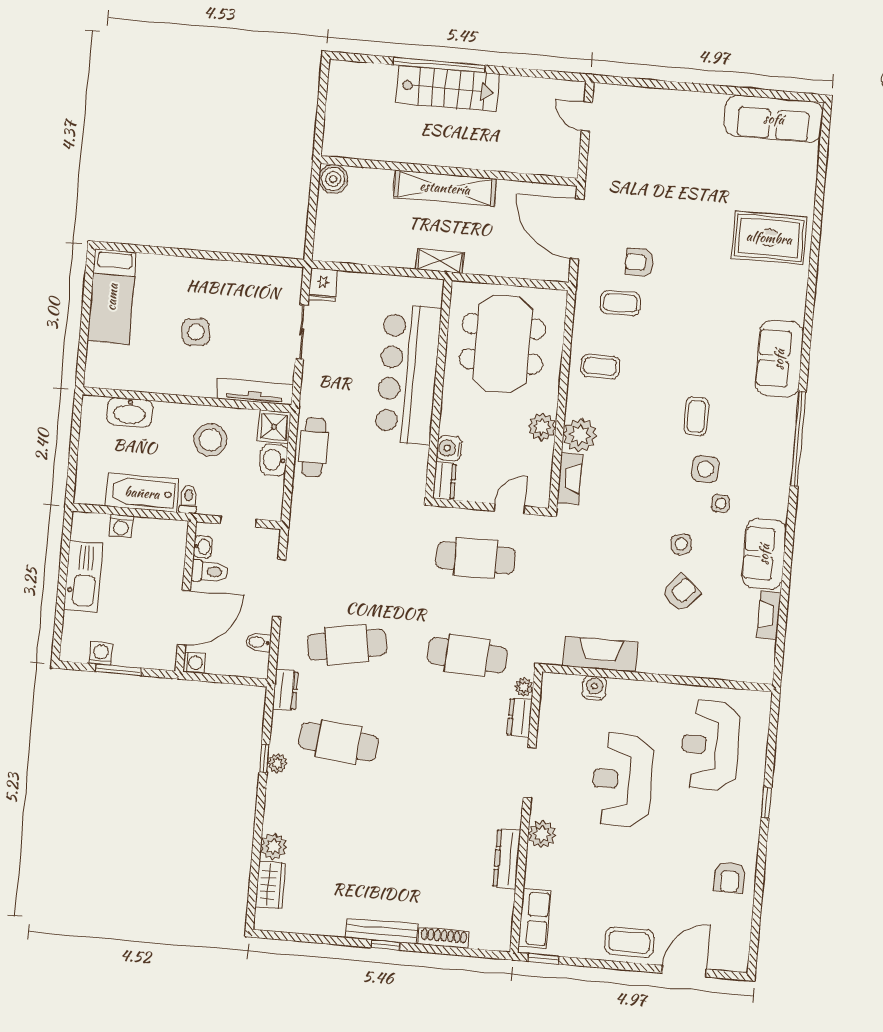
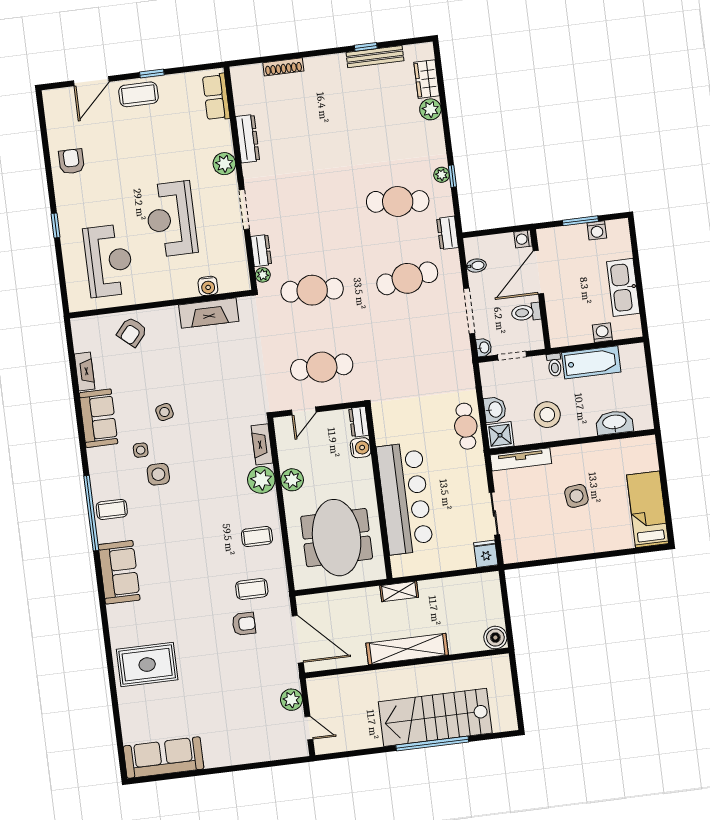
stairs: (448, 88) -> (435, 717), width x1.36, depth x1.51
plant: (601, 156) -> (291, 700), added
coffee table: (696, 416) -> (112, 509), moved, turned 90
washbasin: (203, 547) -> (484, 347), moved, turned 180
armchair: (681, 593) -> (132, 332), moved
reception desk: (622, 780) -> (171, 219), turned 180
bench: (382, 931) -> (375, 57), moved
window: (385, 945) -> (366, 47), moved
window: (544, 959) -> (152, 74), moved

